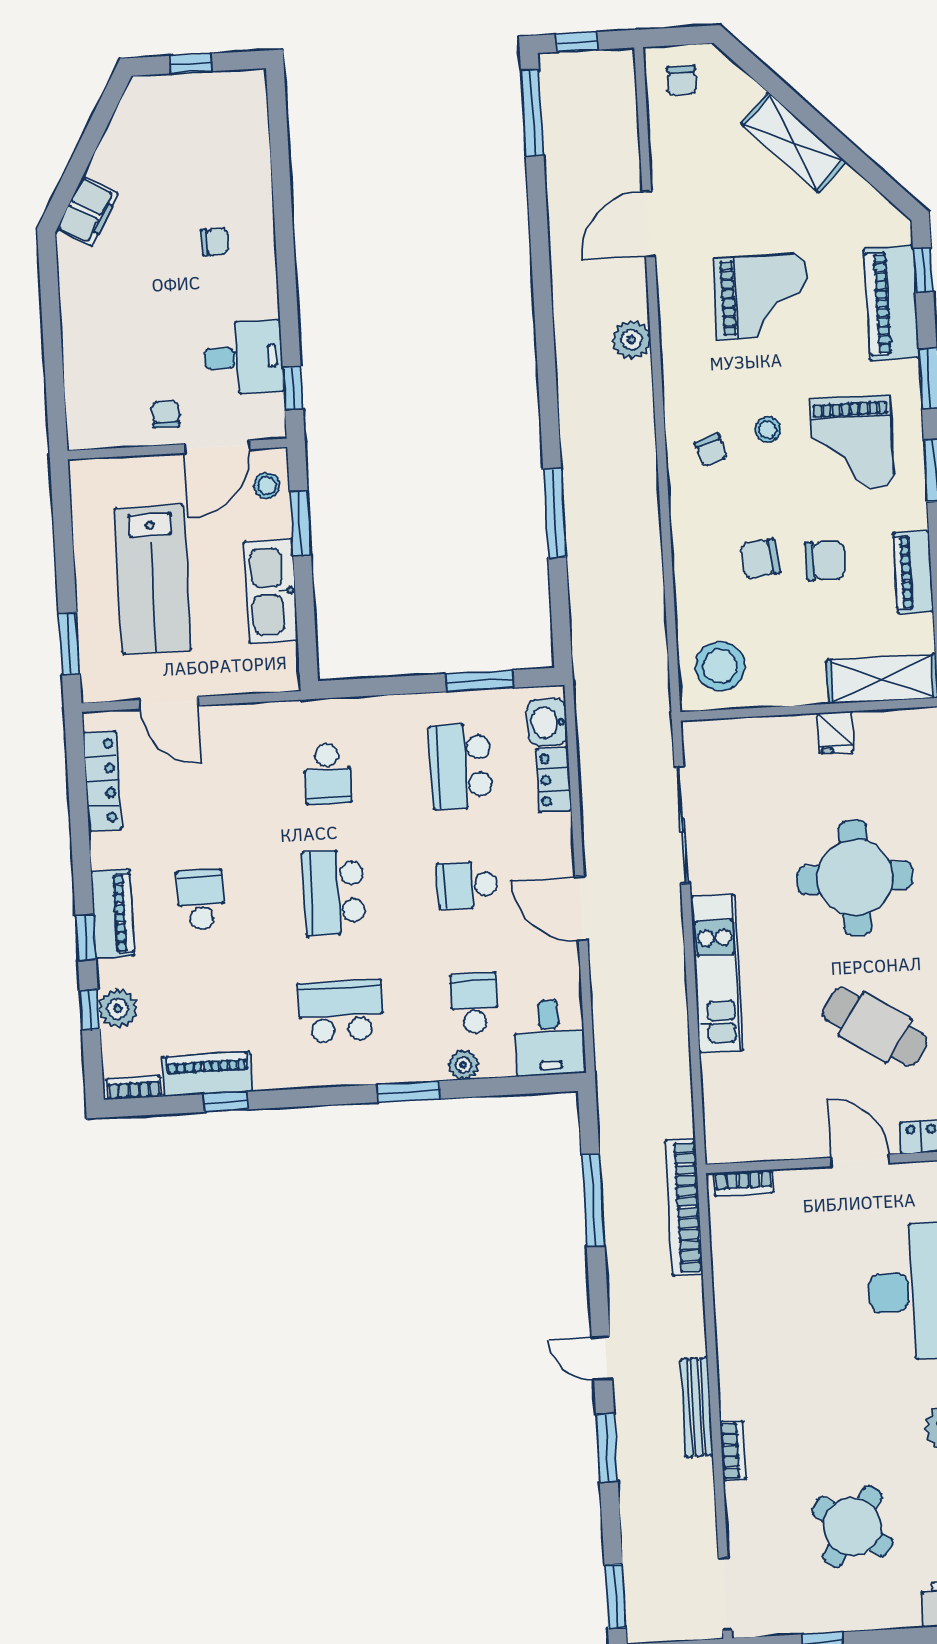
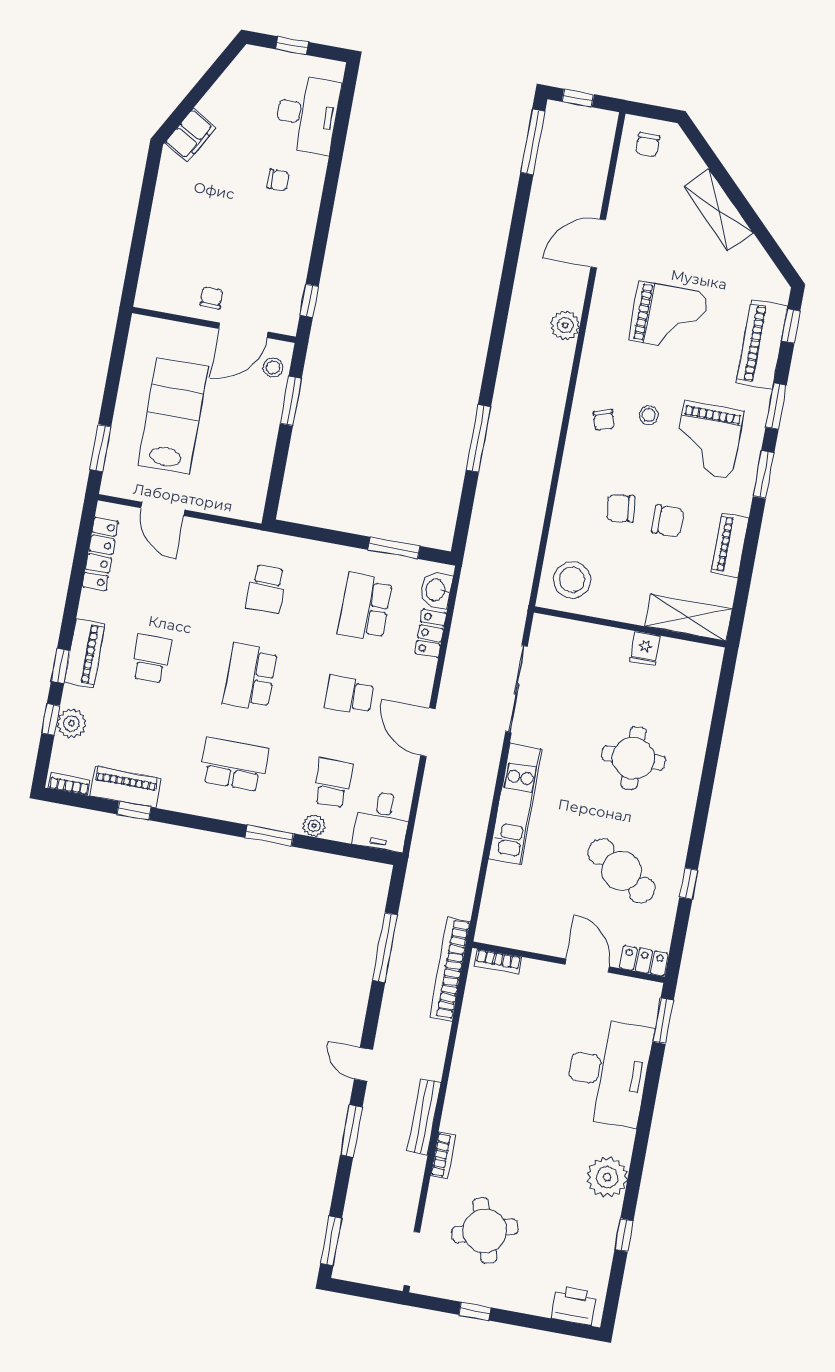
desk: (243, 357) -> (307, 114), moved, width x1.37
lab bench: (153, 579) -> (173, 416), turned 180
kitchen sink: (271, 591) -> (257, 445), removed
round table: (855, 878) -> (633, 758), width x0.73, depth x0.73
round table: (852, 1527) -> (485, 1231), moved, turned 36

